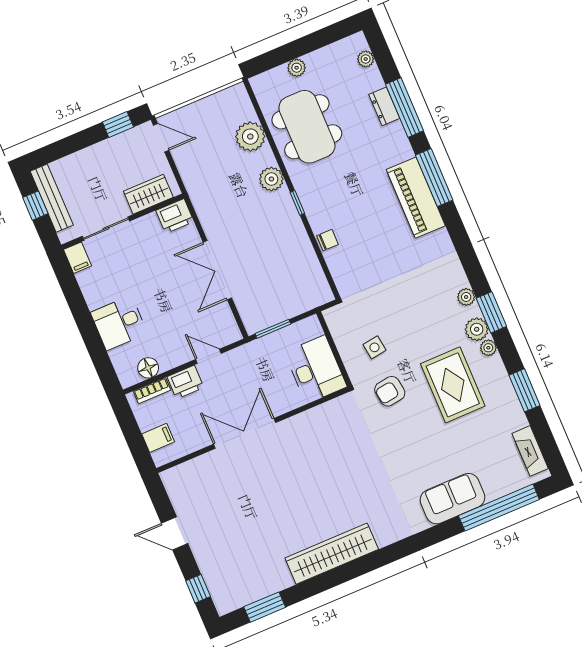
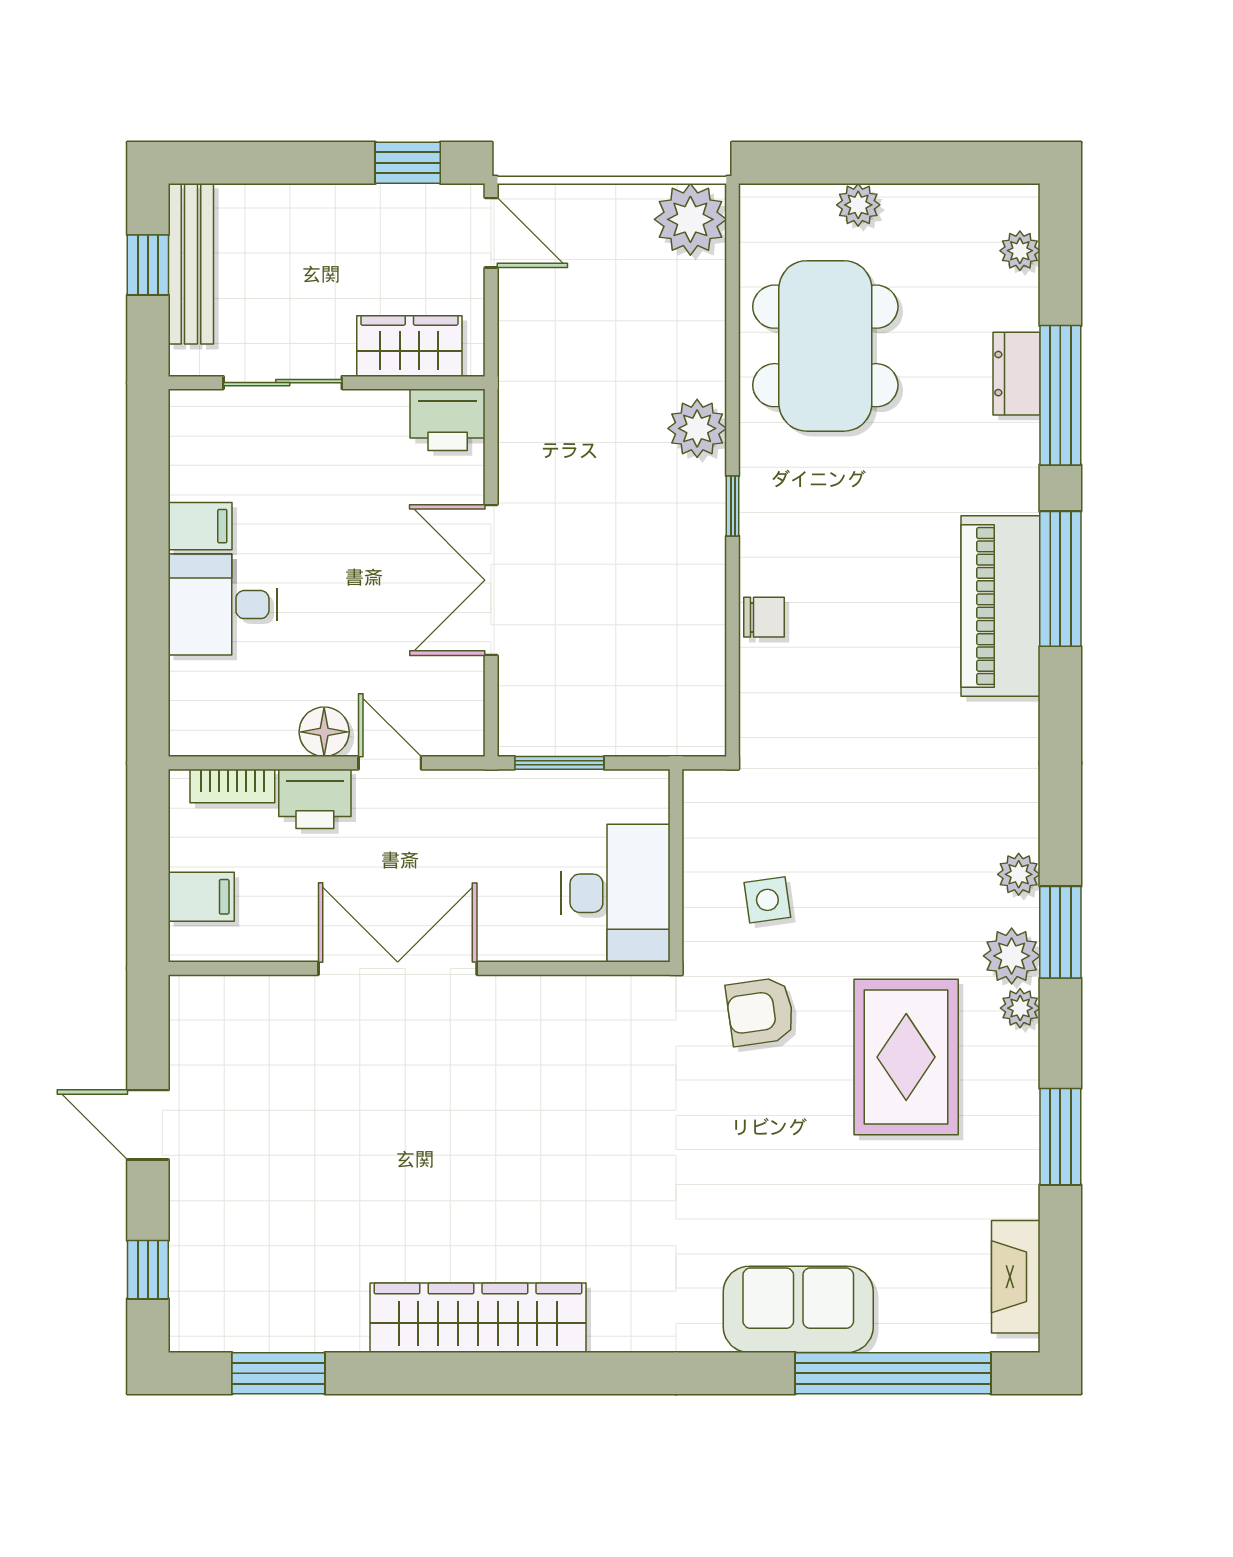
plant: (250, 137) -> (690, 219), moved
filing cabinet: (78, 258) -> (200, 526), moved, turned -90
floor lamp: (148, 368) -> (324, 732), moved

